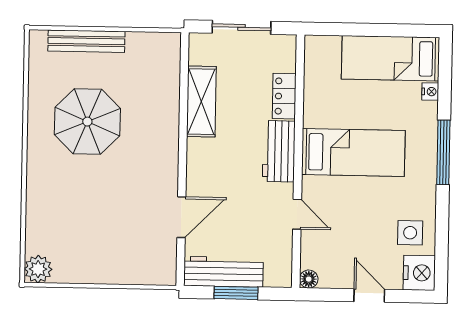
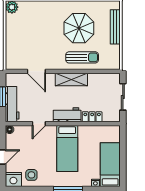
shelving: (201, 102) -> (71, 79), moved
sun lounger: (152, 116) -> (82, 57), added
workbench: (224, 272) -> (12, 104), moved

